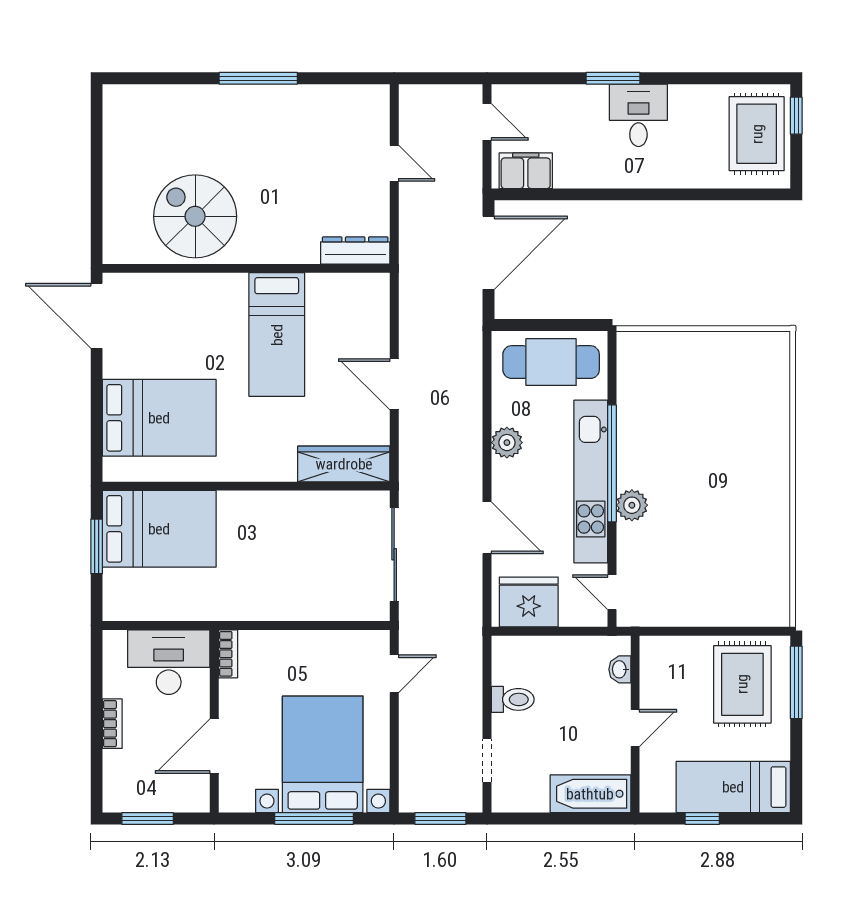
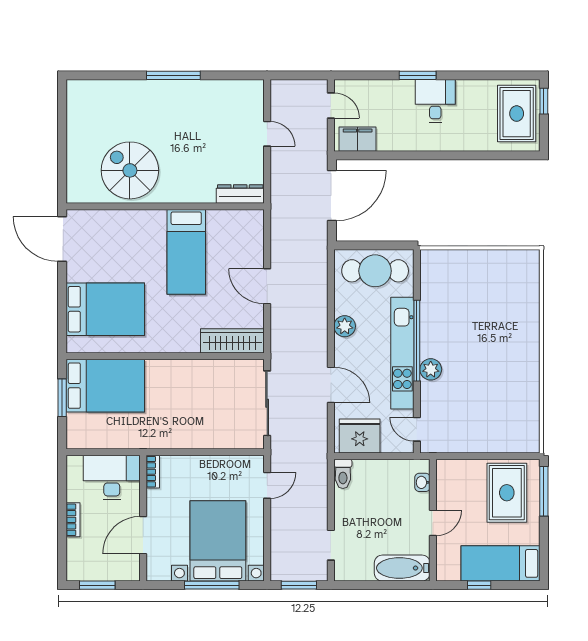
toilet: (513, 699) -> (343, 474), moved, turned 90

